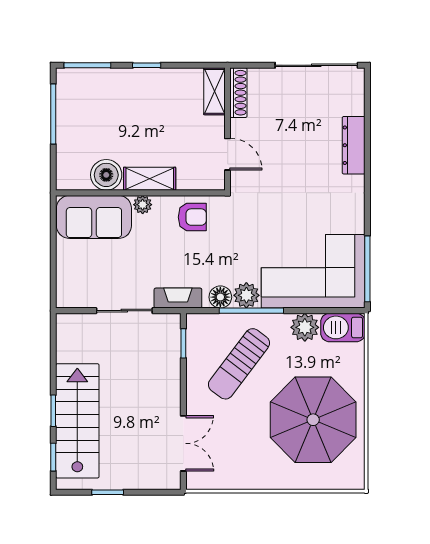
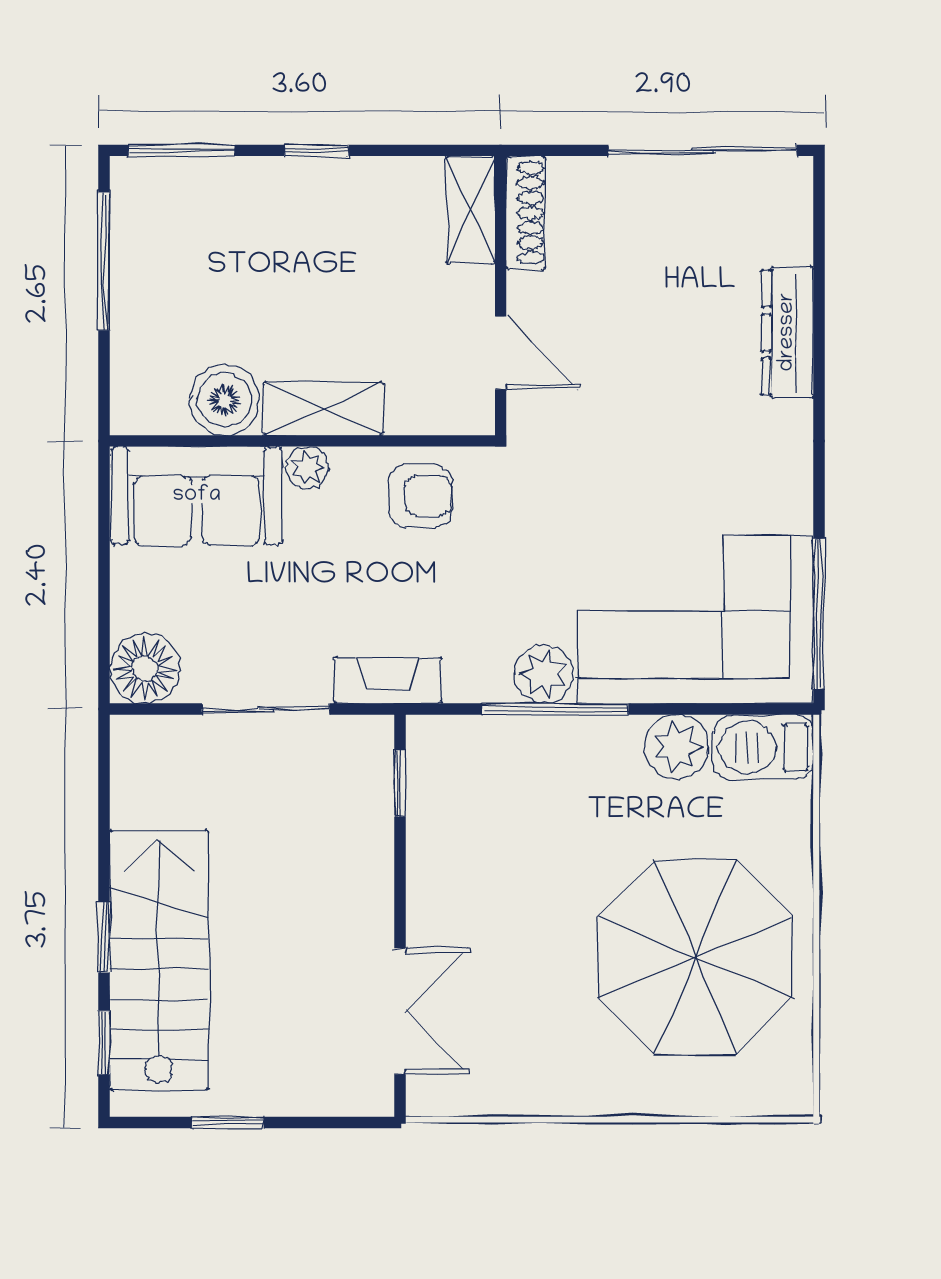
floor lamp: (220, 297) -> (145, 668), moved, width x1.38, depth x1.38
sun lounger: (239, 364) -> (527, 830), removed

